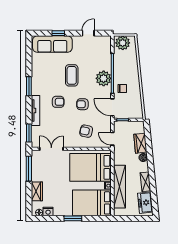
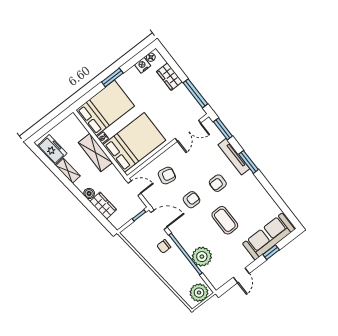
plant: (104, 78) -> (202, 257), moved
window: (29, 86) -> (249, 162), moved
shelving: (119, 187) -> (95, 153), width x0.68

